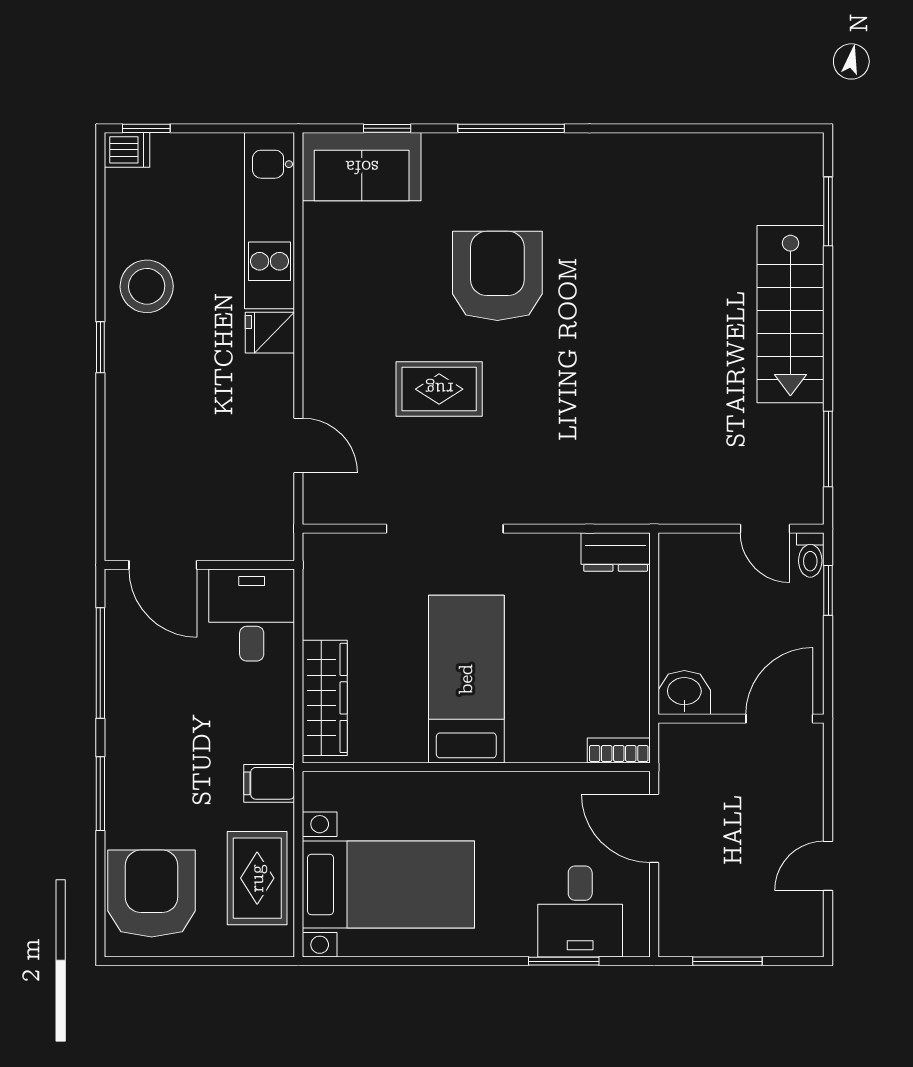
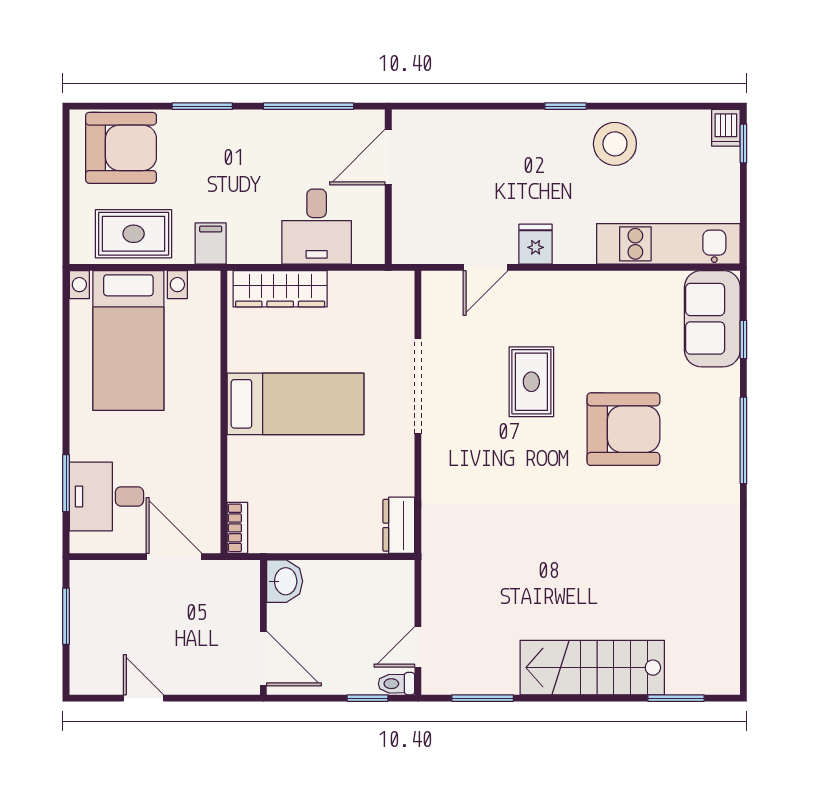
fridge: (270, 333) -> (536, 244), moved
desk: (252, 615) -> (317, 227), moved, turned 90
door: (654, 828) -> (174, 557), hinge flipped

